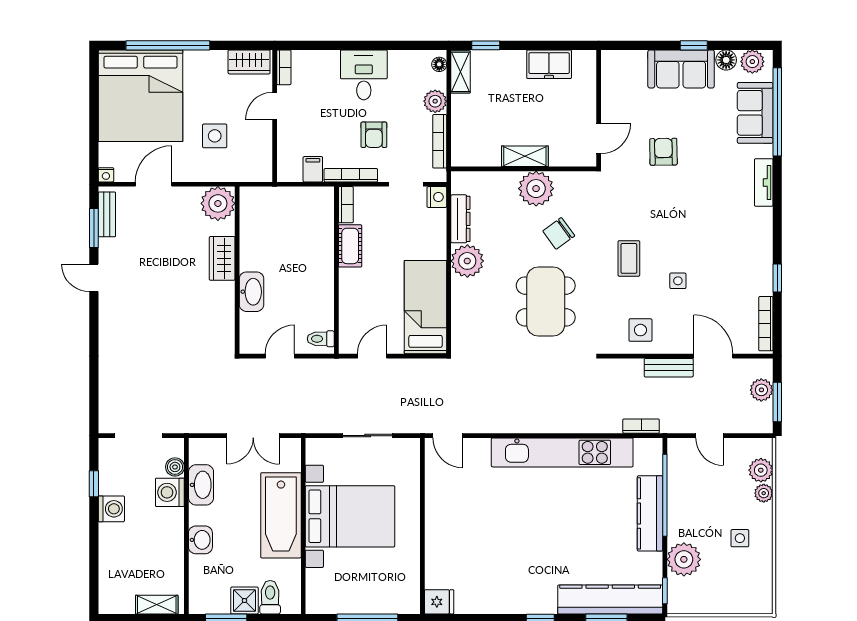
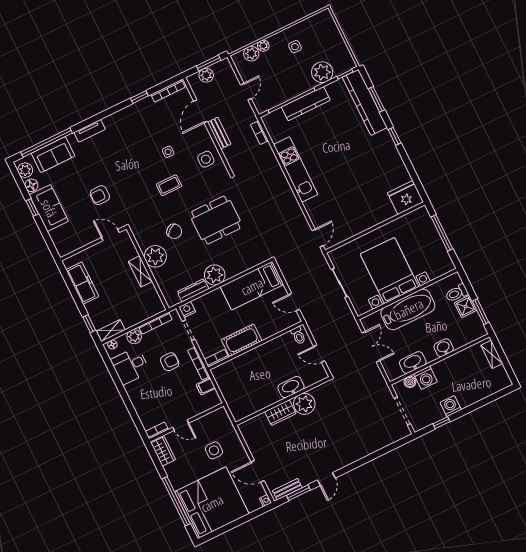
freezer: (549, 64) -> (82, 283), width x1.40
desk: (364, 75) -> (130, 366), moved
plant: (218, 203) -> (304, 404), moved
cot: (350, 246) -> (242, 340), width x1.37, depth x1.34
kitchen unit: (562, 452) -> (296, 169), width x0.73
fridge: (439, 602) -> (406, 198), width x1.88, depth x1.34

